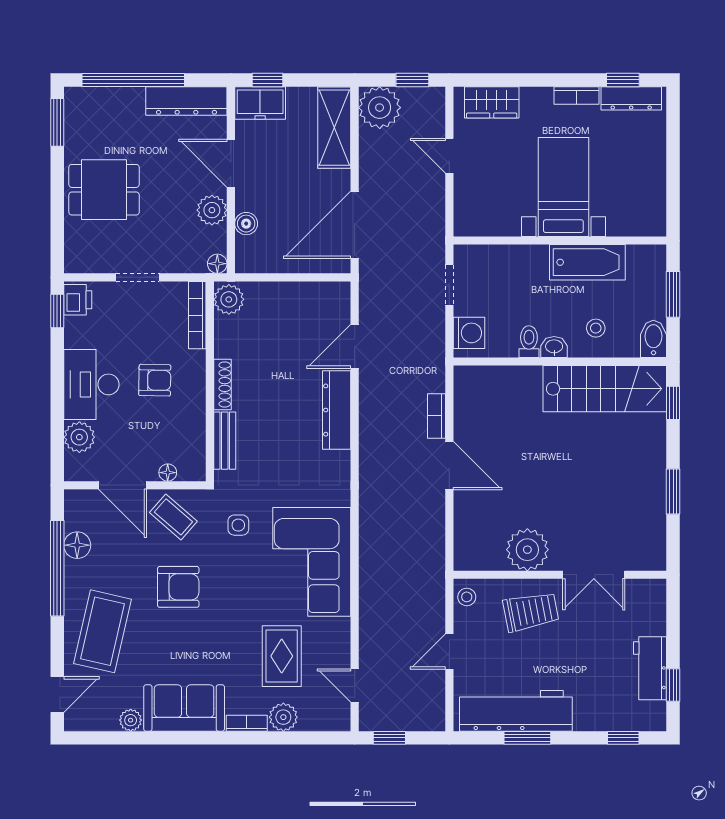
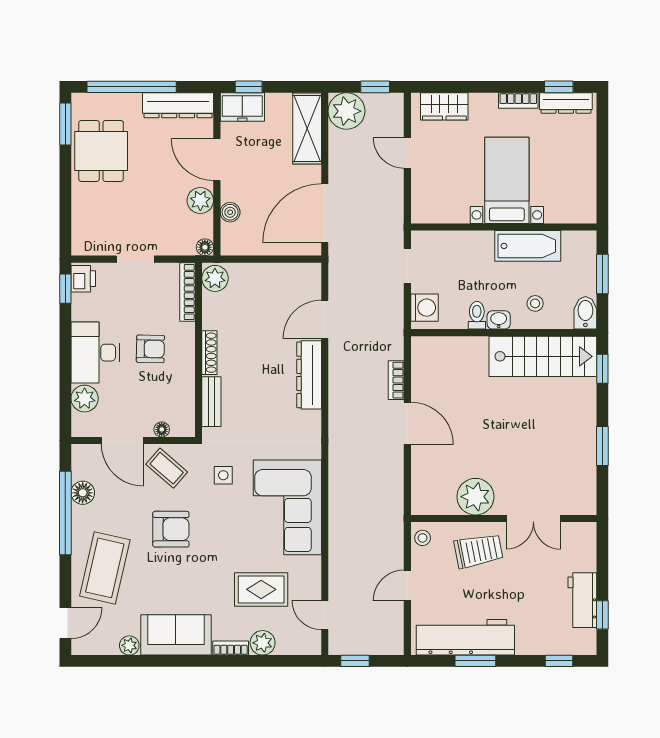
dining table: (104, 190) -> (101, 151), moved, turned 90
rug: (282, 656) -> (261, 589), turned 90

